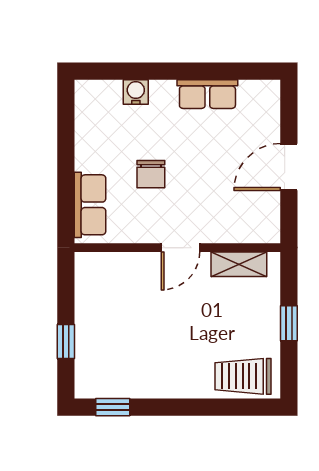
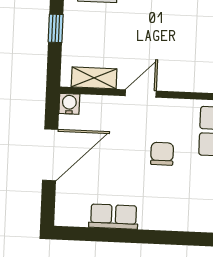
water cooler: (136, 92) -> (69, 104), moved, turned 180
door: (289, 167) -> (50, 155), width x1.36

